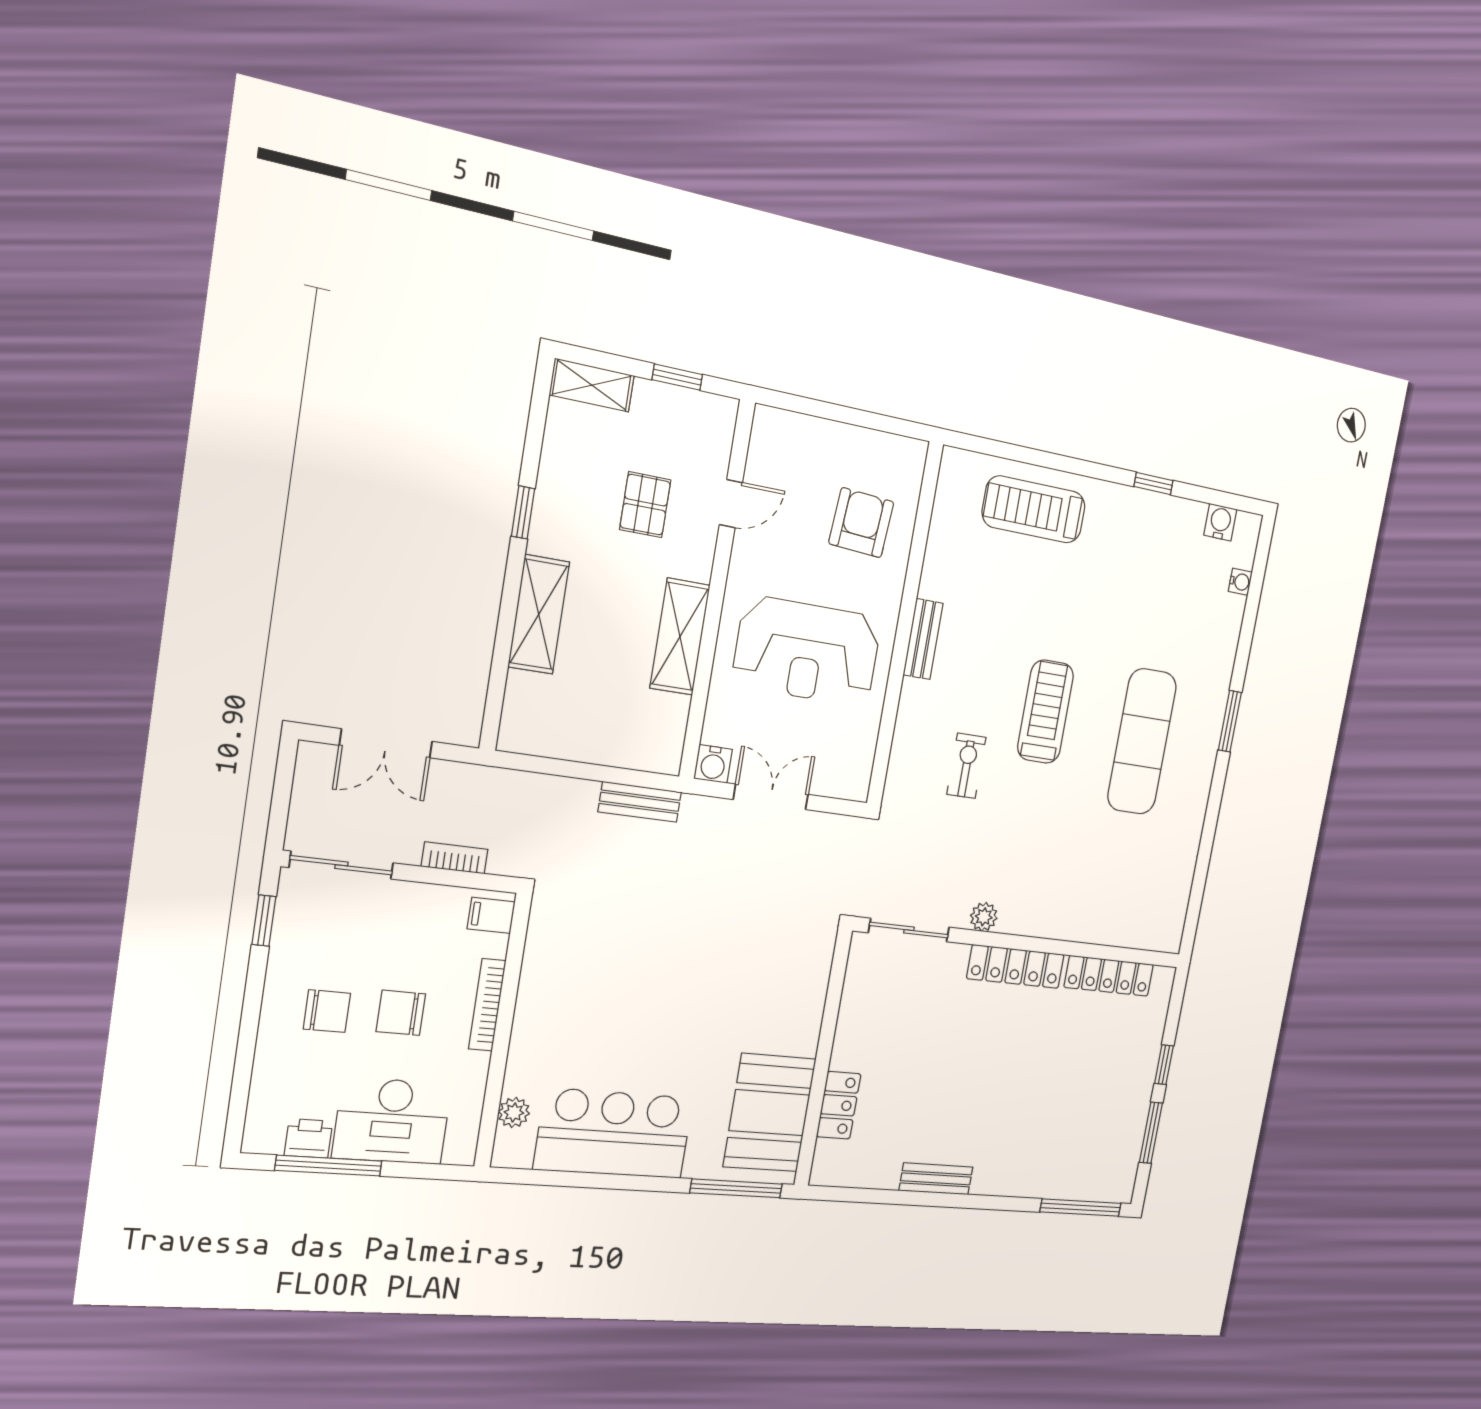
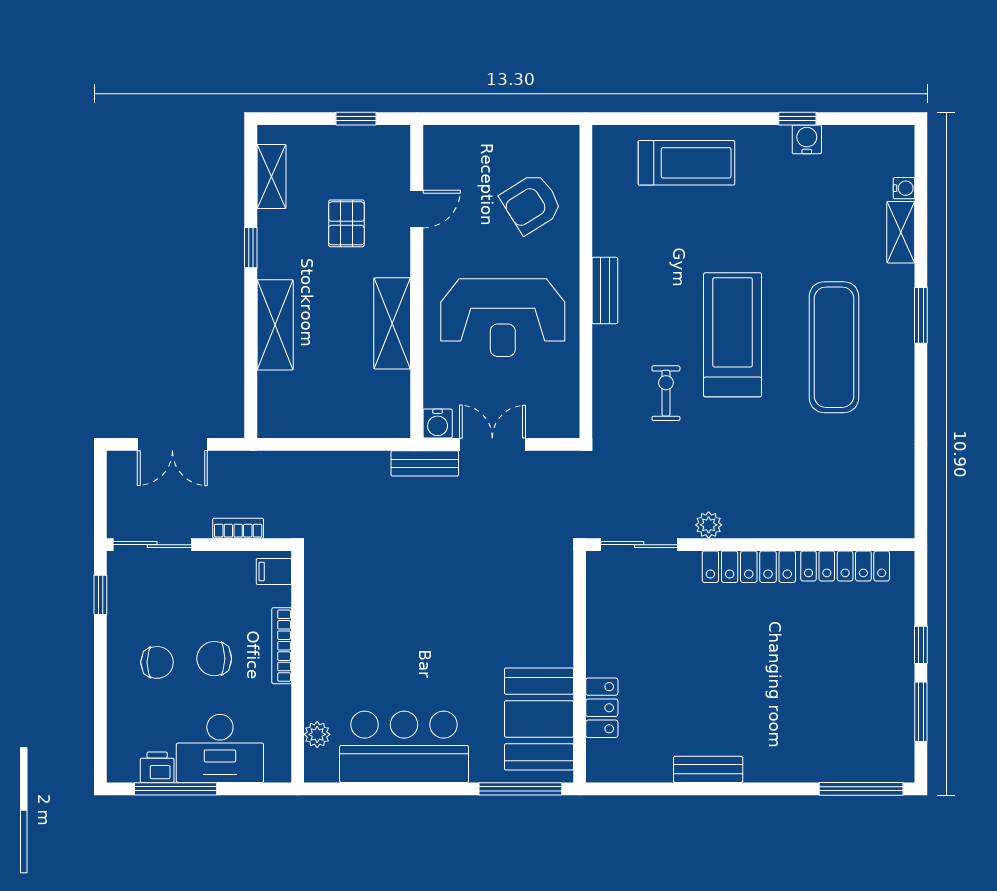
shelving: (592, 385) -> (271, 176), moved, turned 90
treadmill: (1034, 509) -> (686, 163), turned 180
water cooler: (1220, 522) -> (807, 139), moved
armchair: (861, 523) -> (531, 203), turned -126
shelving: (1228, 629) -> (901, 232), added
treadmill: (1046, 712) -> (733, 335), width x1.37, depth x1.38
bench: (640, 802) -> (425, 463), moved

